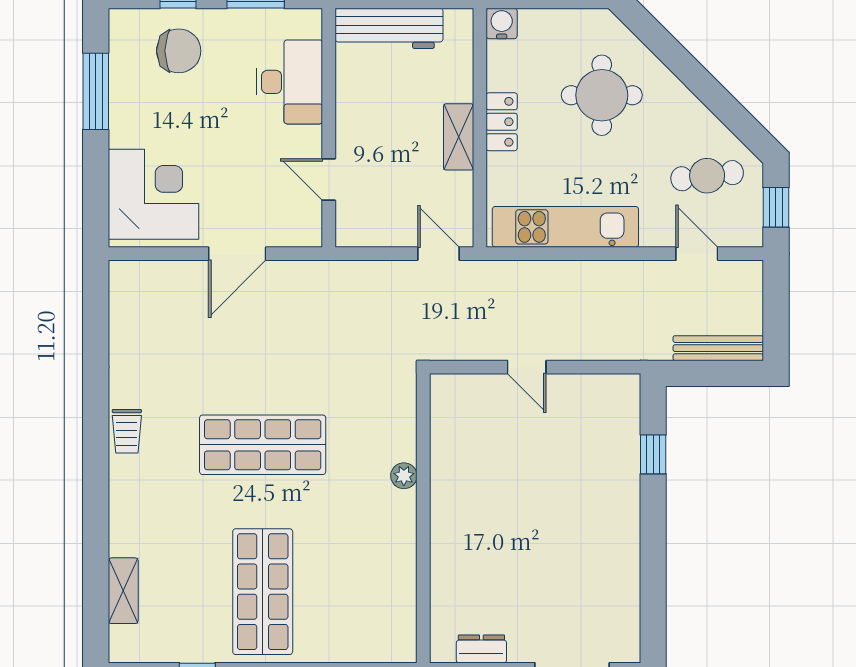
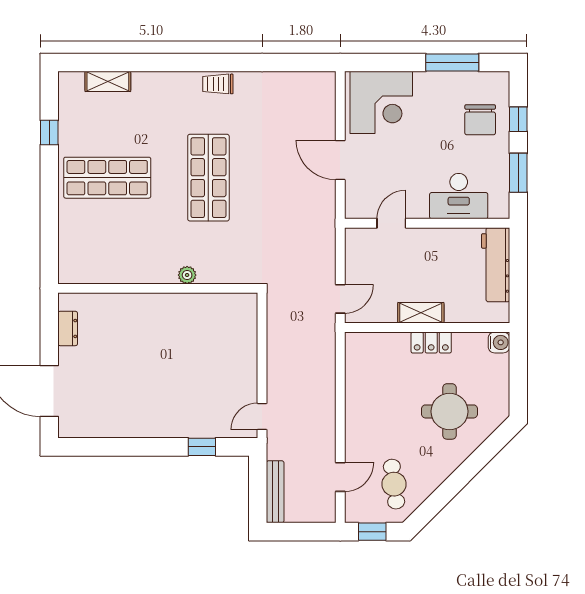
kitchen unit: (565, 227) -> (359, 386), removed
door: (527, 367) -> (262, 416), moved

